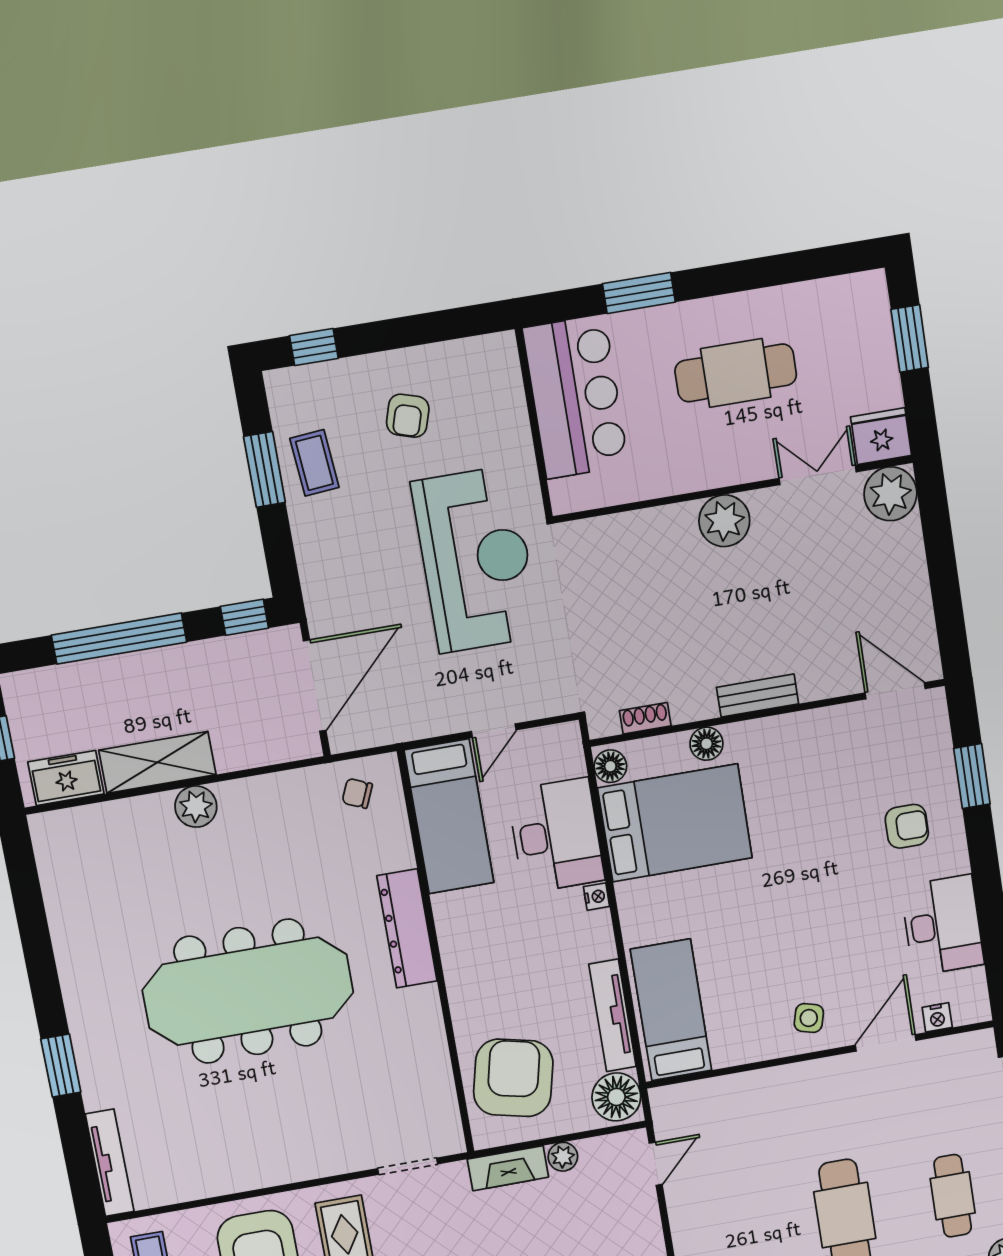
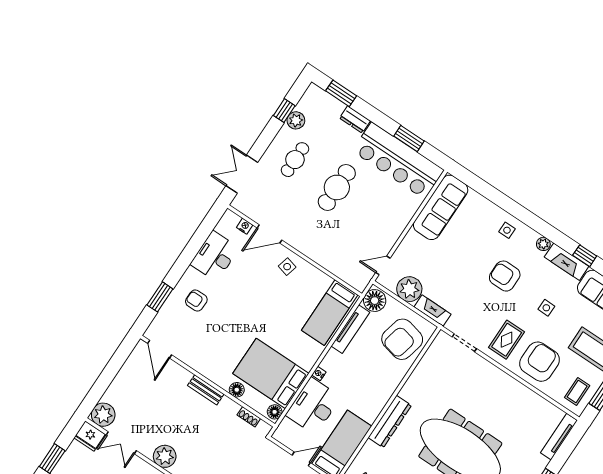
plant: (563, 1157) -> (409, 289), width x1.88, depth x1.88

